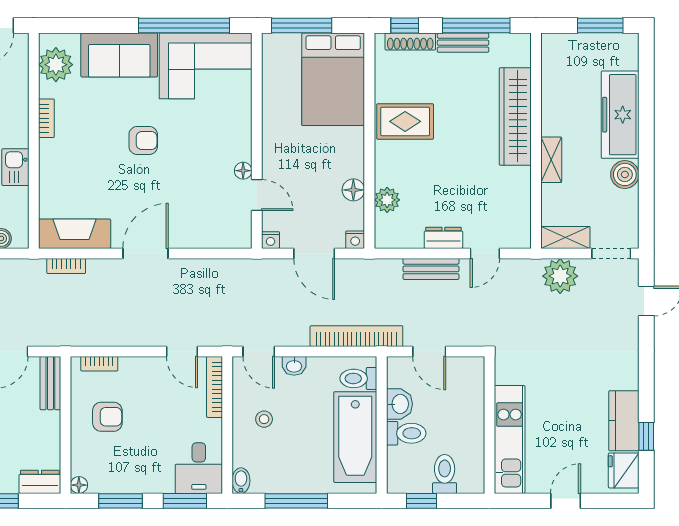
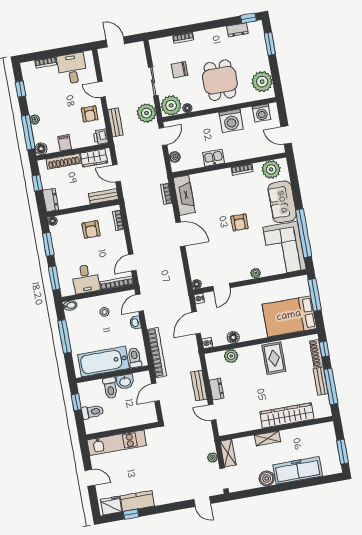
plant: (242, 127) -> (256, 273), added
floor lamp: (243, 171) -> (197, 284), moved
plant: (560, 276) -> (212, 458), width x0.53, depth x0.53
desk: (199, 468) -> (86, 279), moved, turned -90

